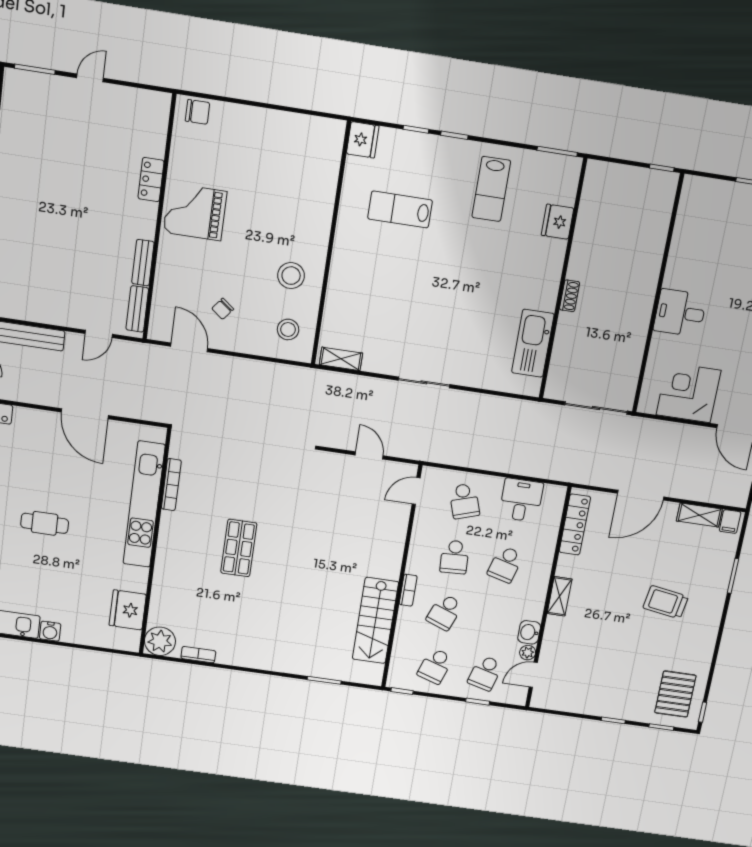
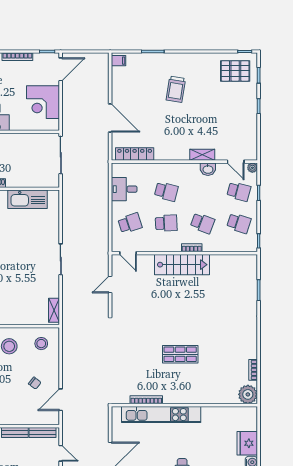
shelving: (699, 515) -> (117, 80), removed
shelving: (560, 596) -> (202, 155), moved
fridge: (128, 610) -> (247, 443), moved, turned 90
stairs: (375, 621) -> (182, 265), moved
plant: (528, 653) -> (252, 168), moved

